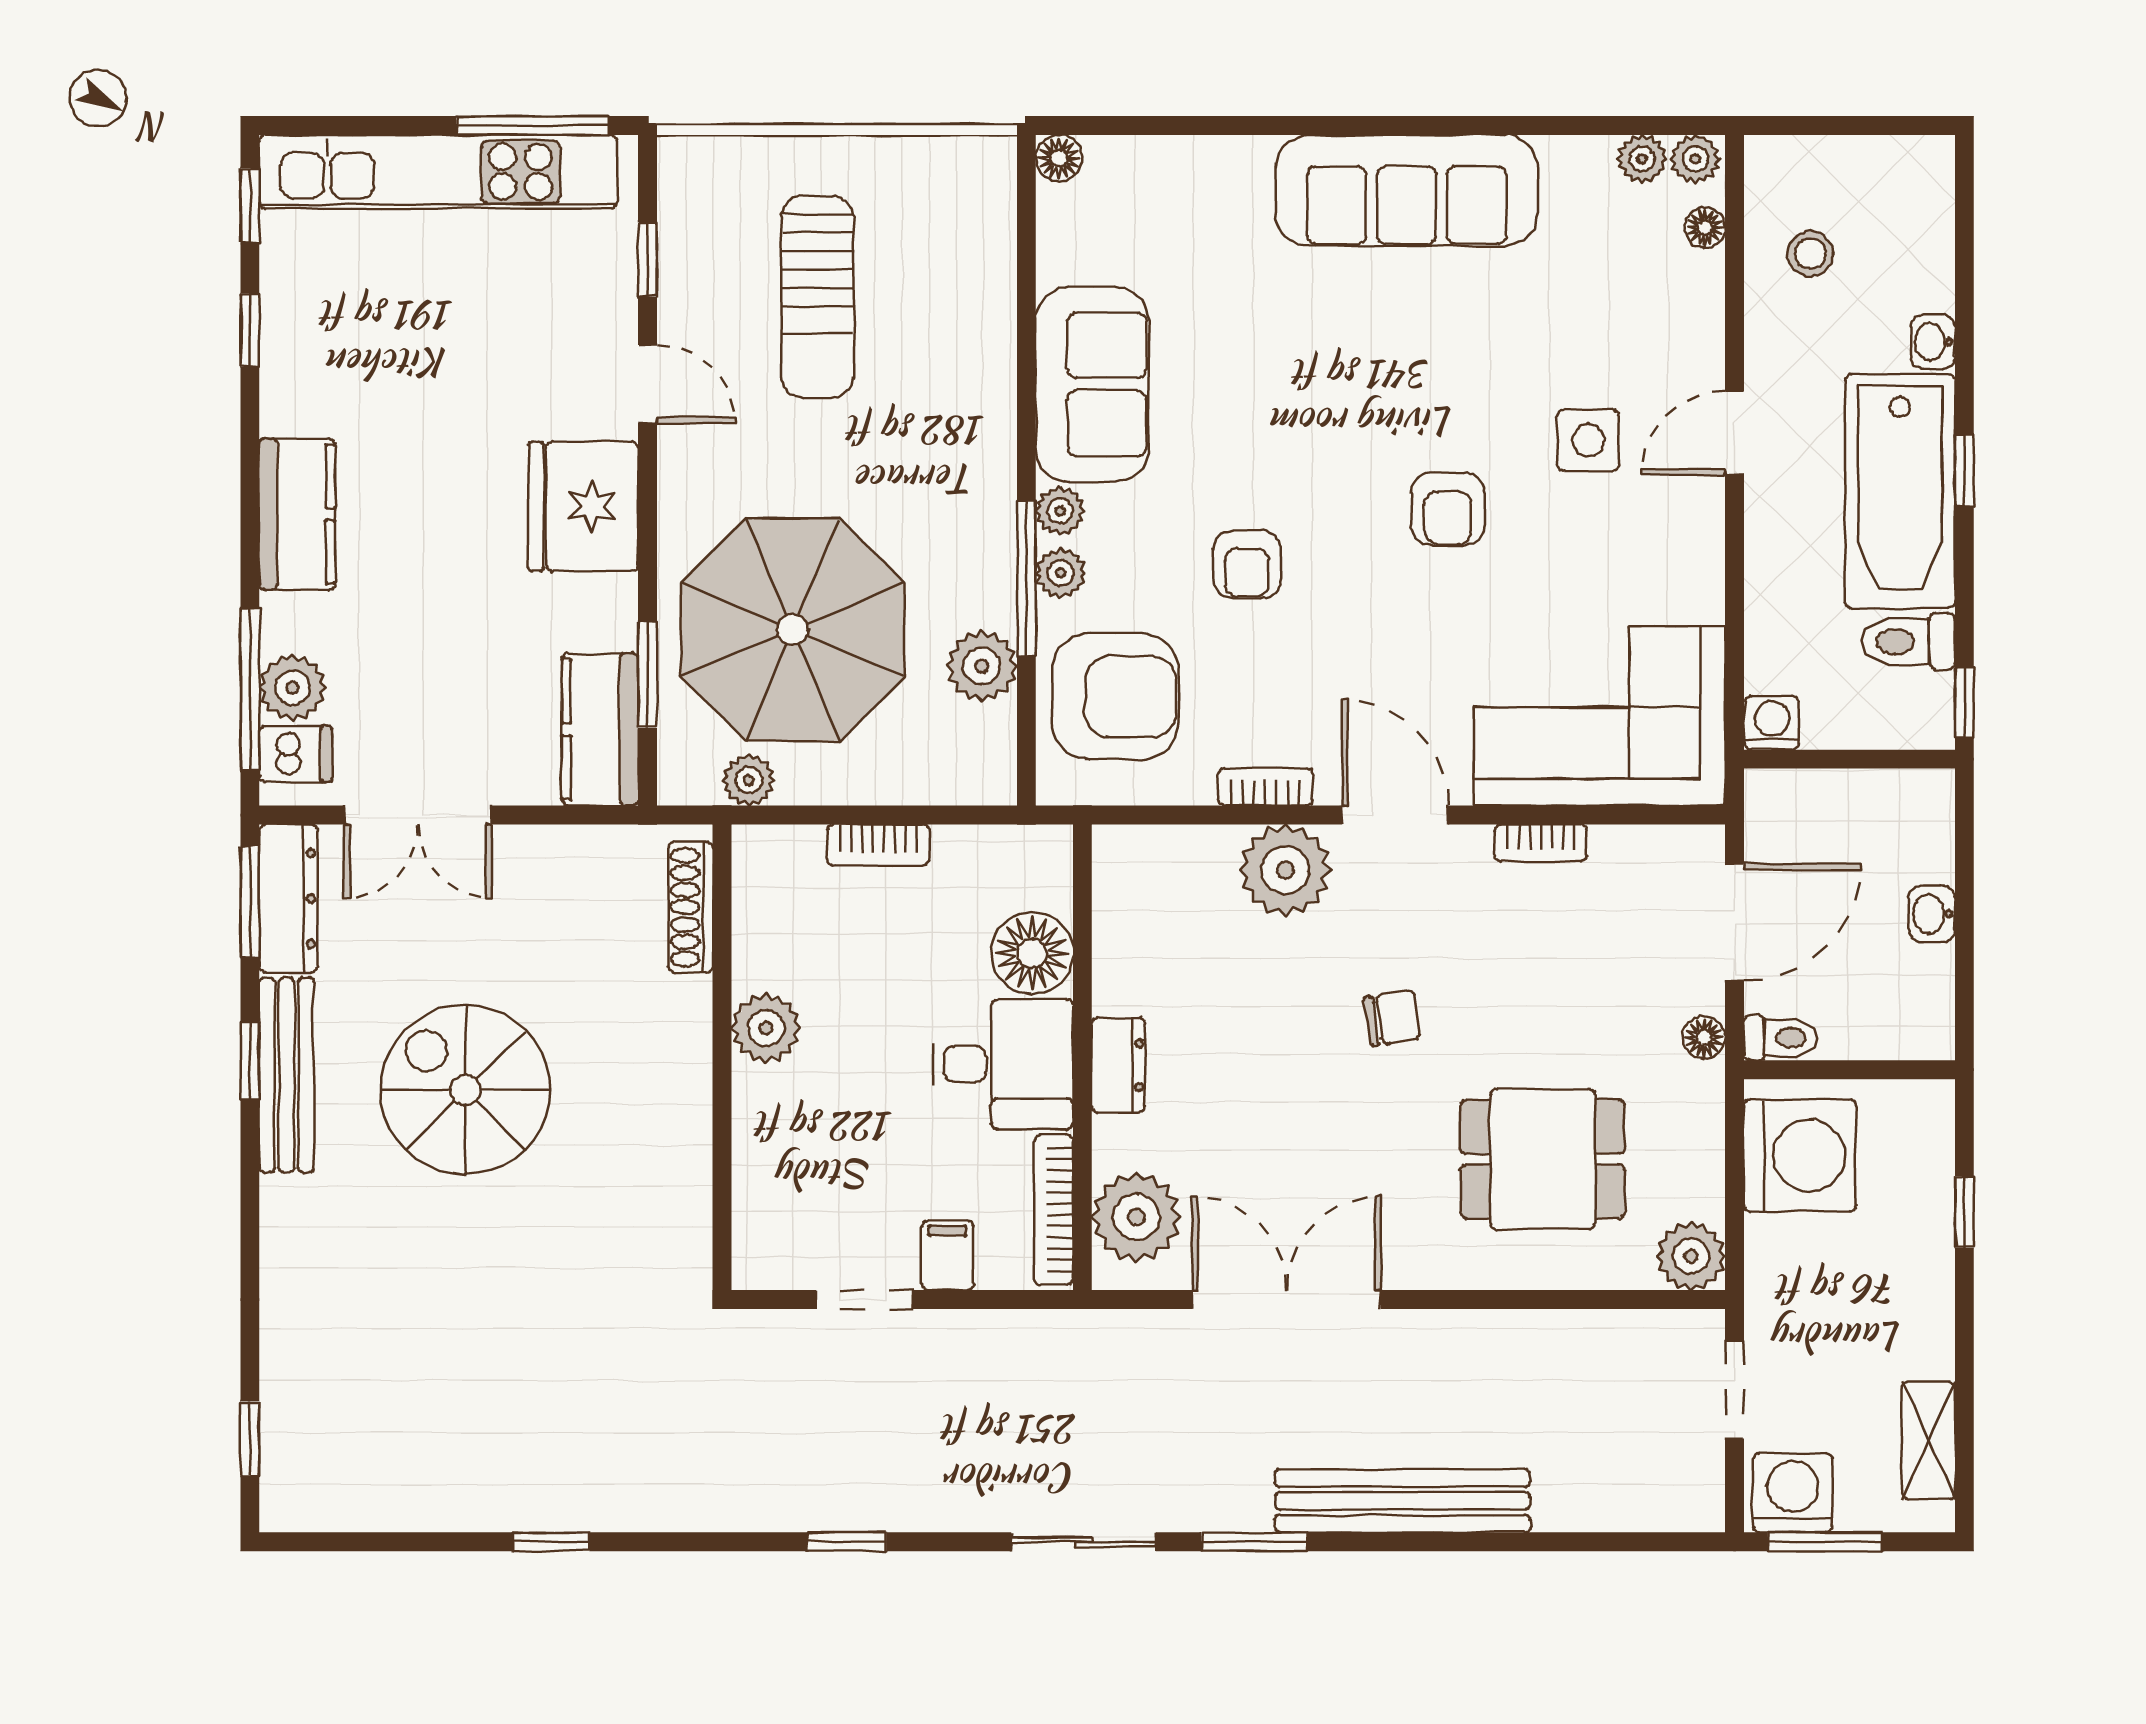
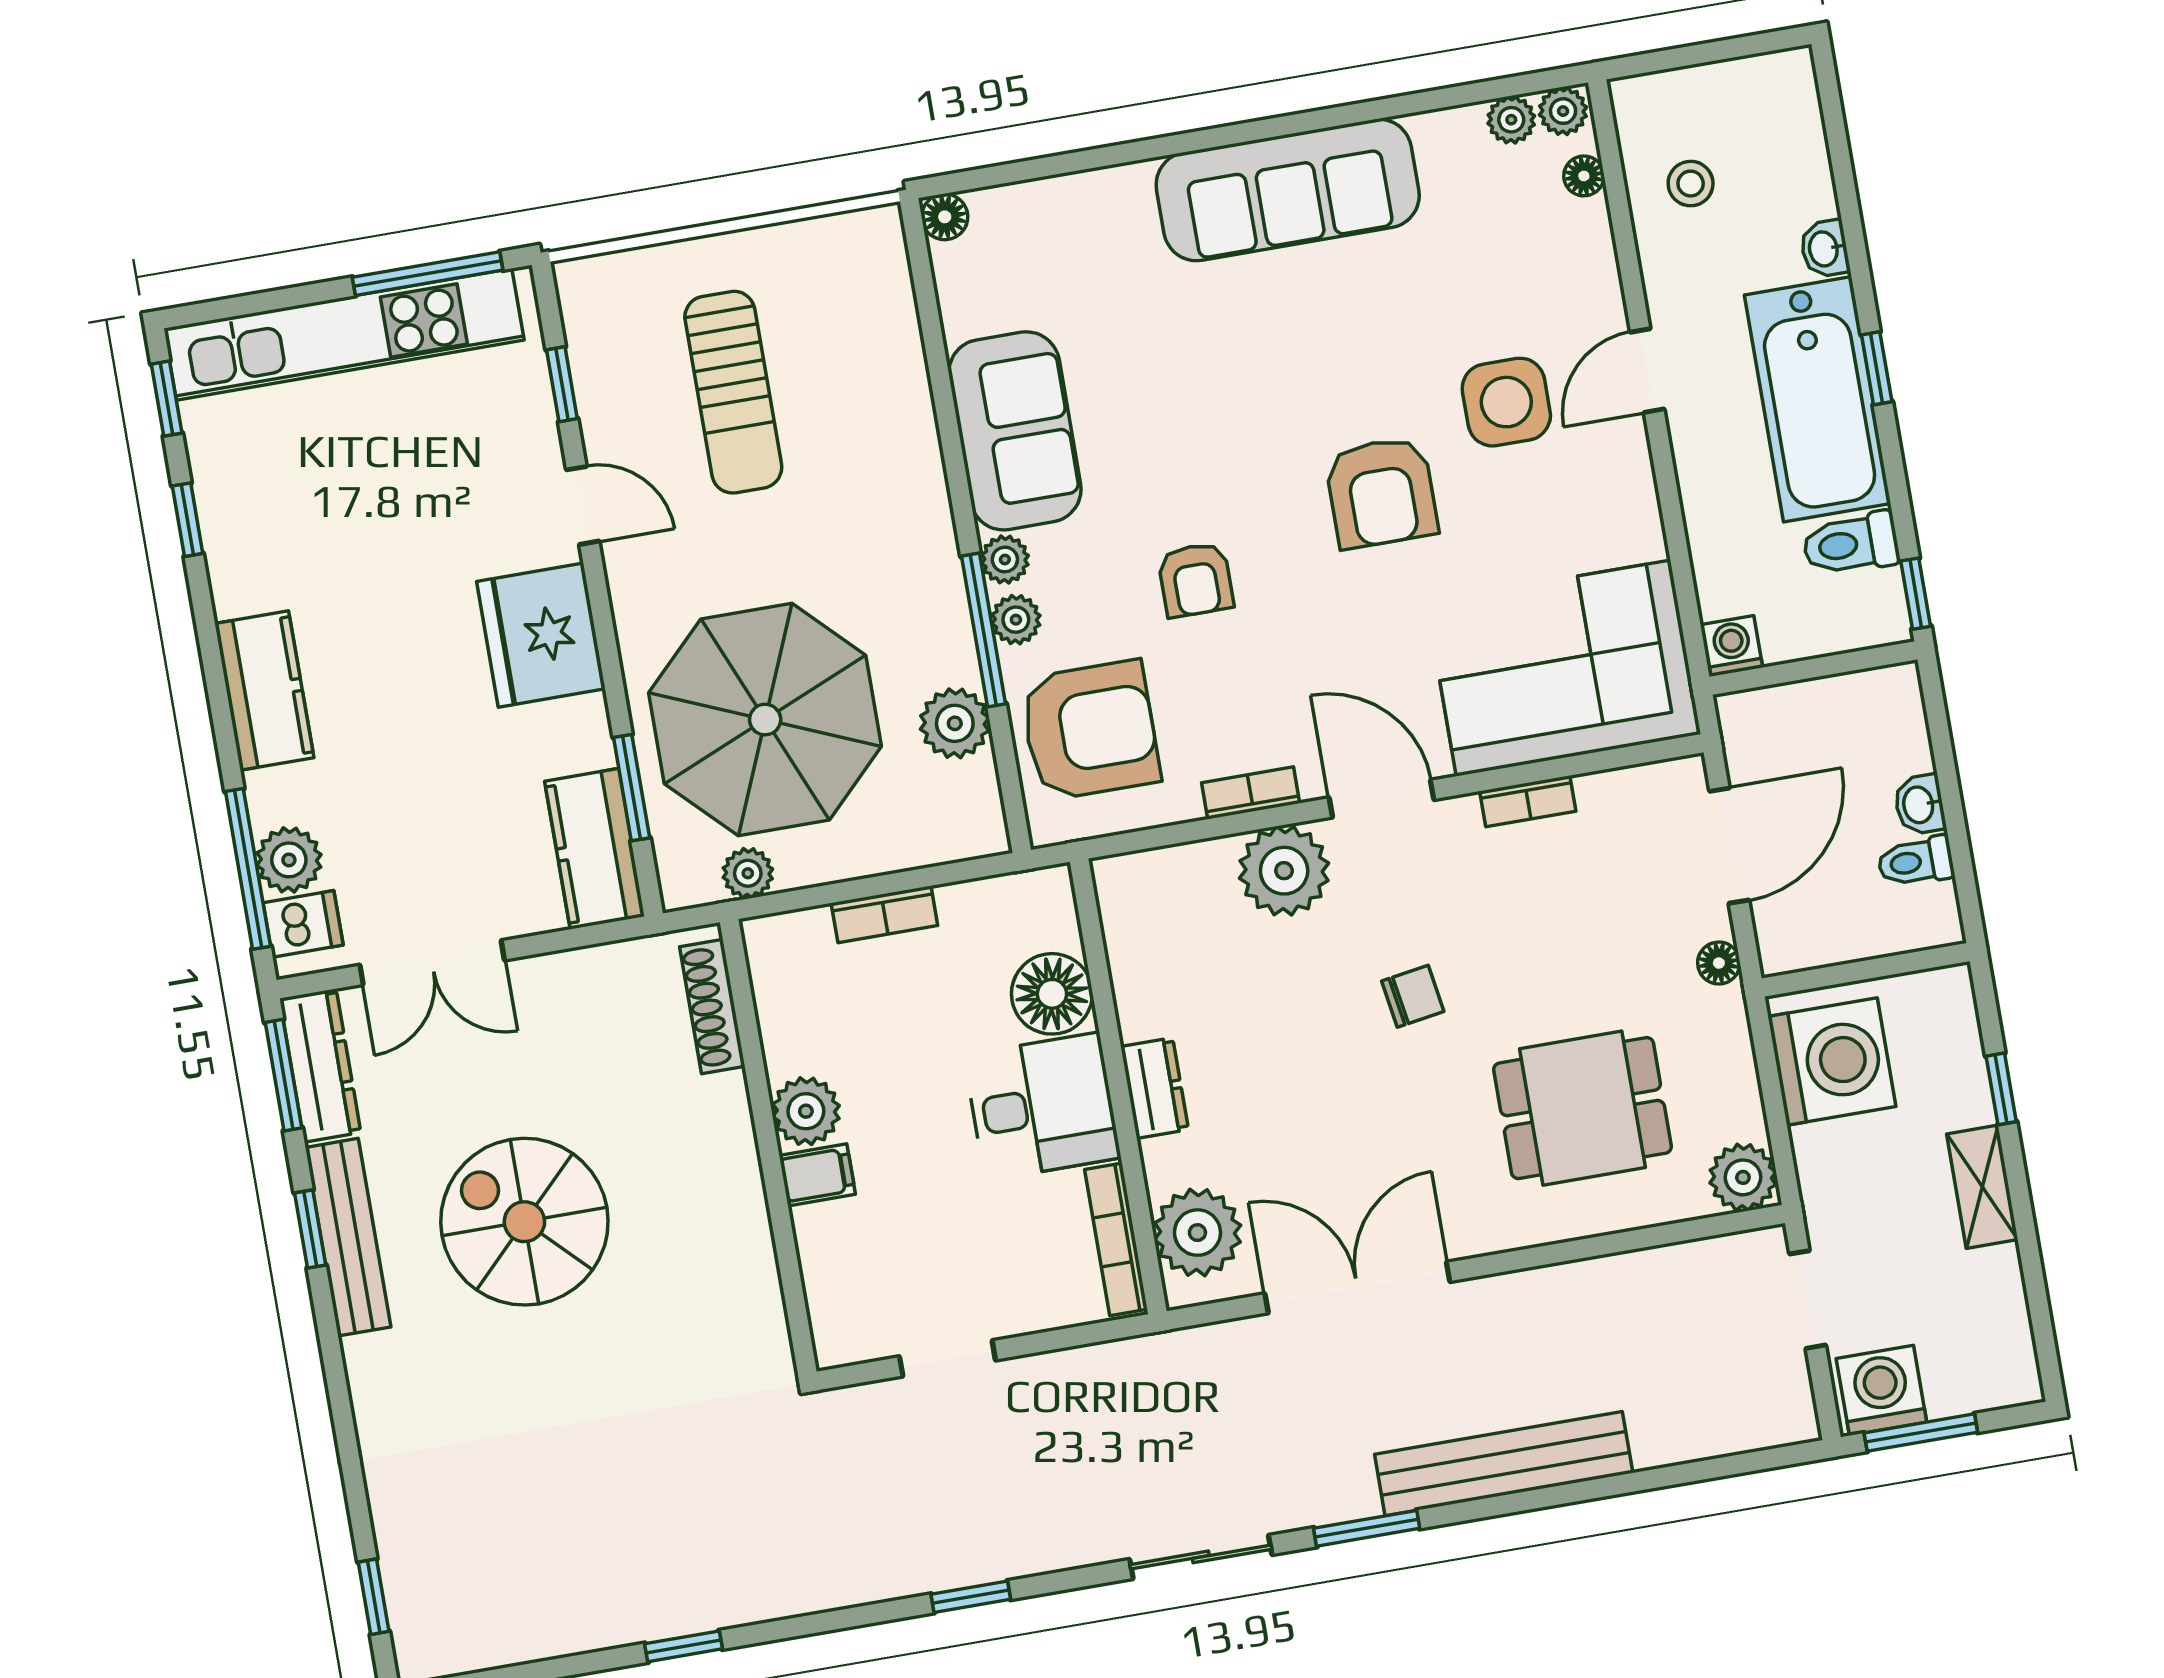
side table: (1588, 440) -> (1506, 402), width x1.37, depth x1.37
armchair: (1448, 509) -> (1381, 492), width x1.38, depth x1.38
toilet: (1781, 1038) -> (1916, 862), moved, turned 180
filing cabinet: (947, 1255) -> (817, 1175), moved, turned 90
shelving: (1929, 1440) -> (1982, 1187), moved

